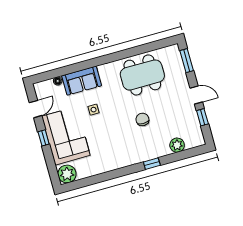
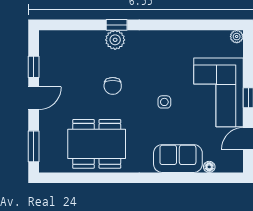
door: (196, 95) -> (34, 98), swing flipped
side table: (94, 110) -> (164, 102), moved
plant: (177, 145) -> (115, 40), moved
plant: (67, 174) -> (237, 37), width x0.53, depth x0.53

